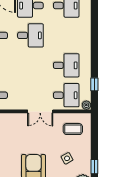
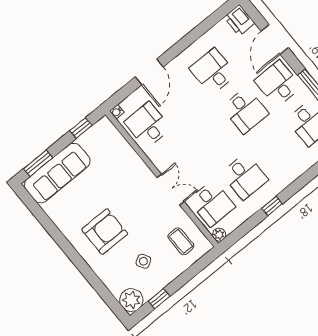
window: (94, 84) -> (272, 206), moved
double door: (40, 111) -> (171, 190), swing flipped

